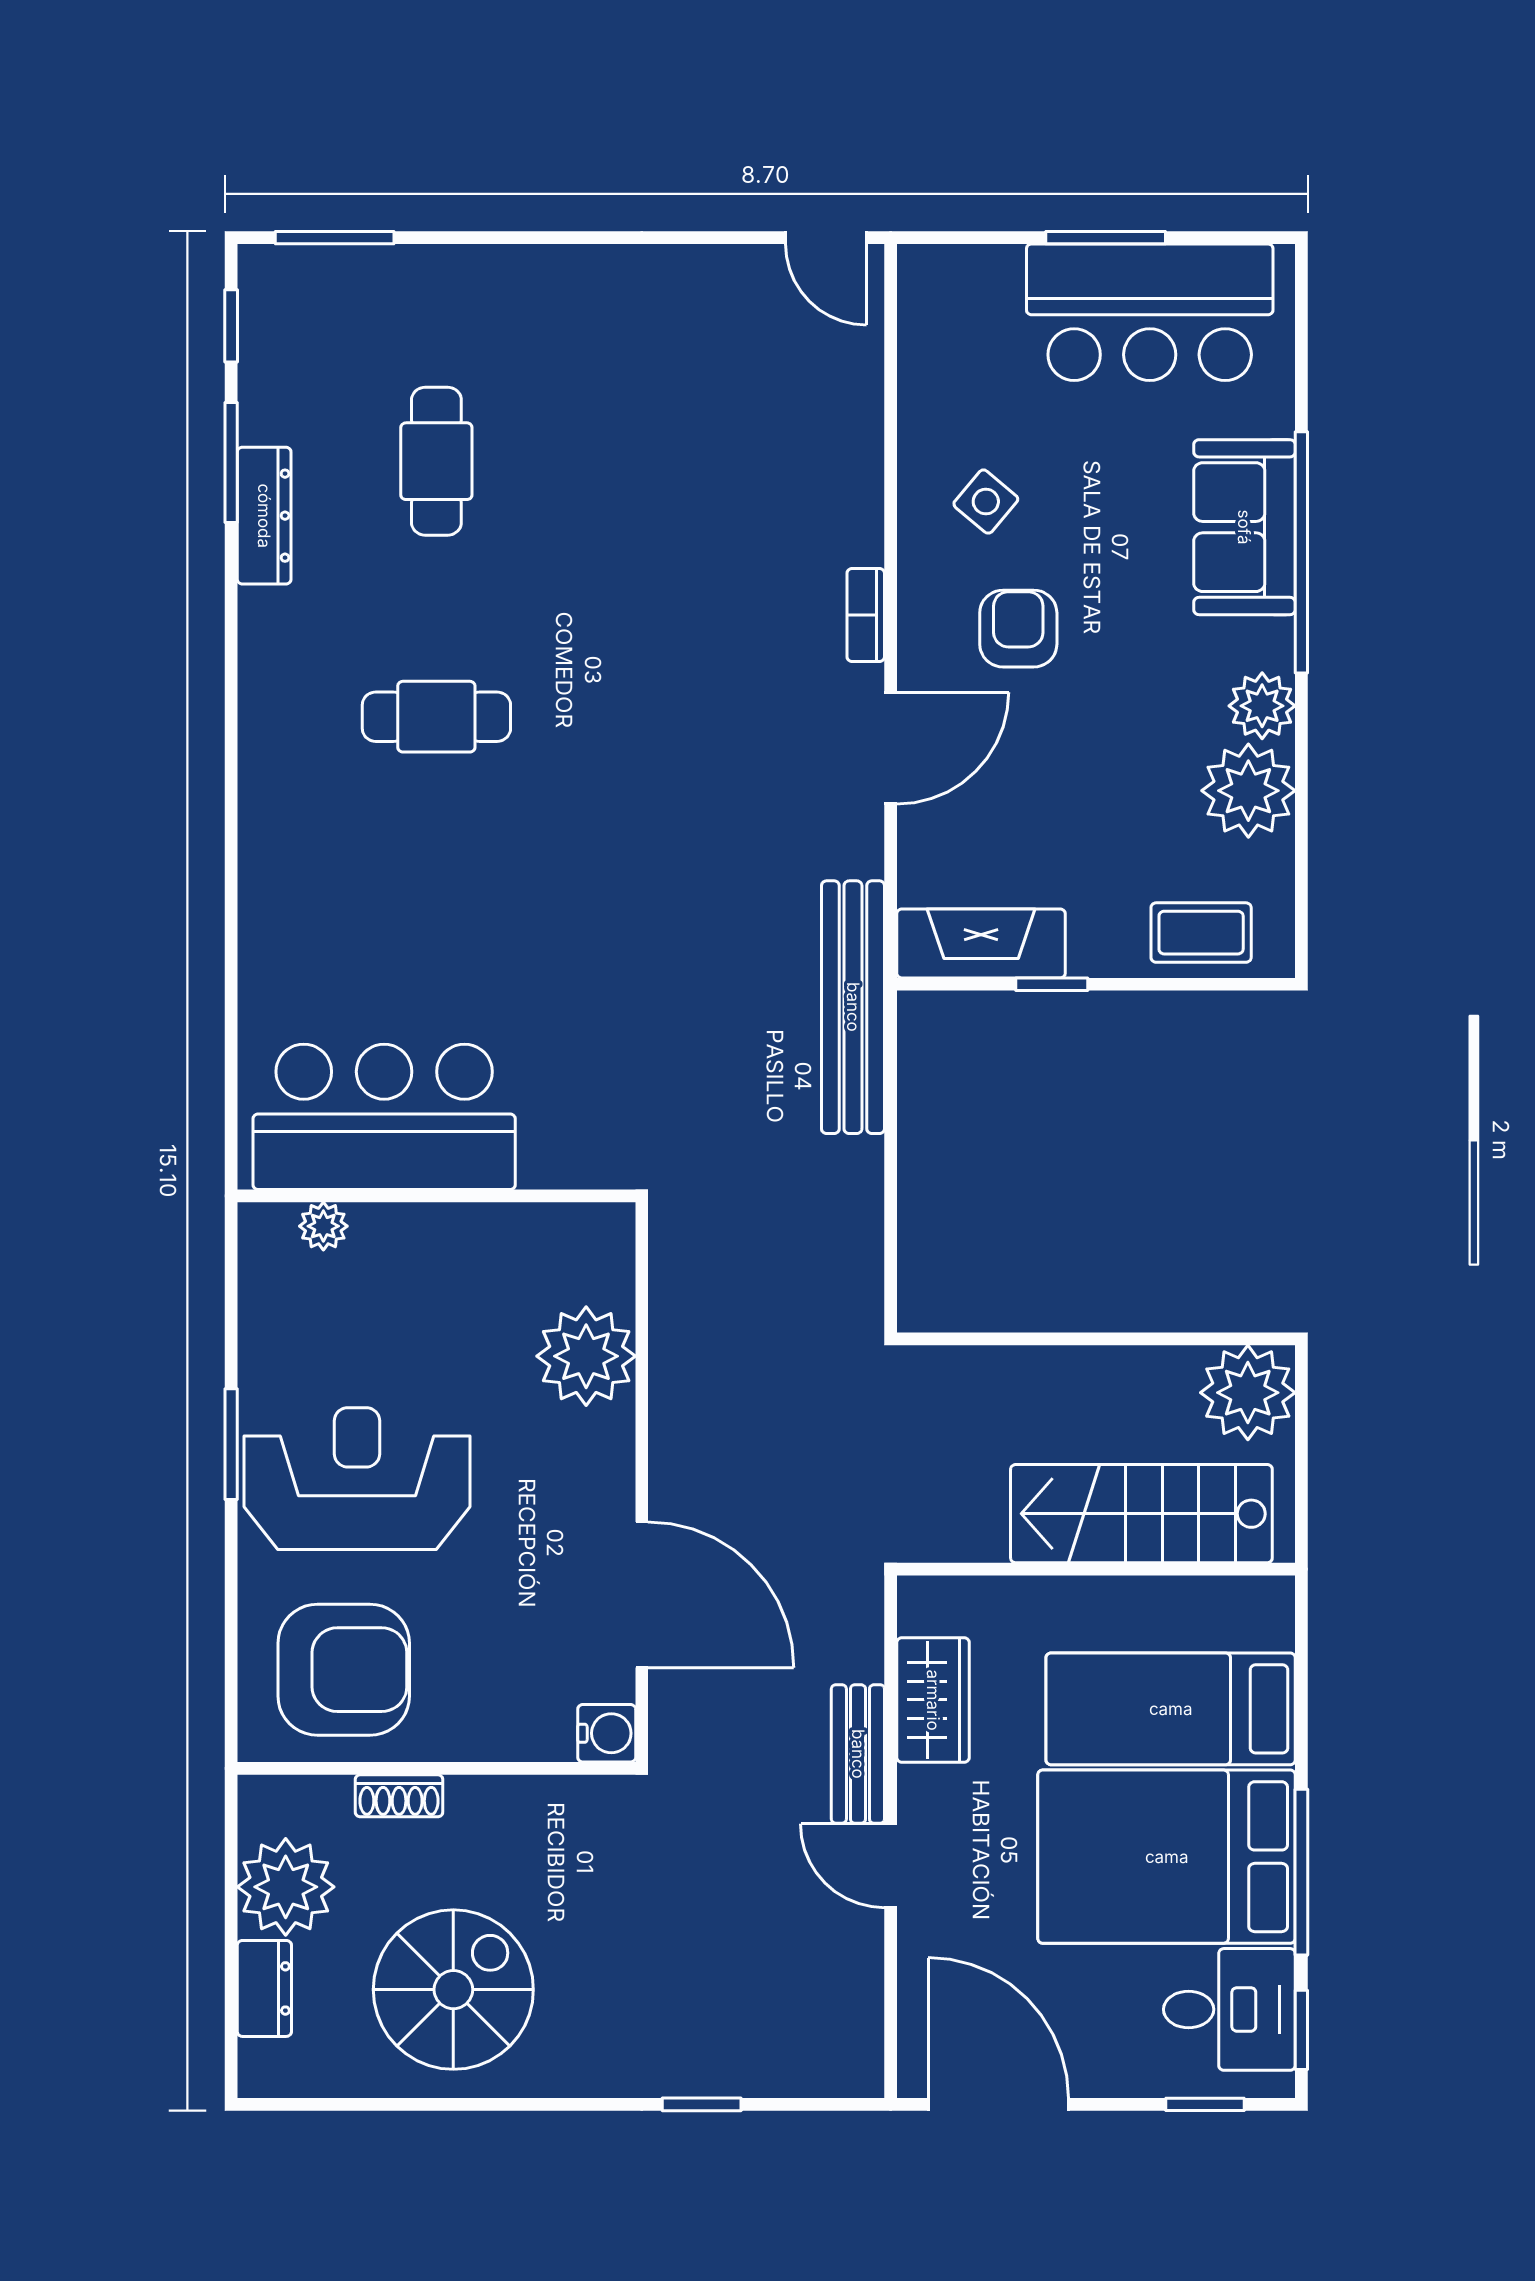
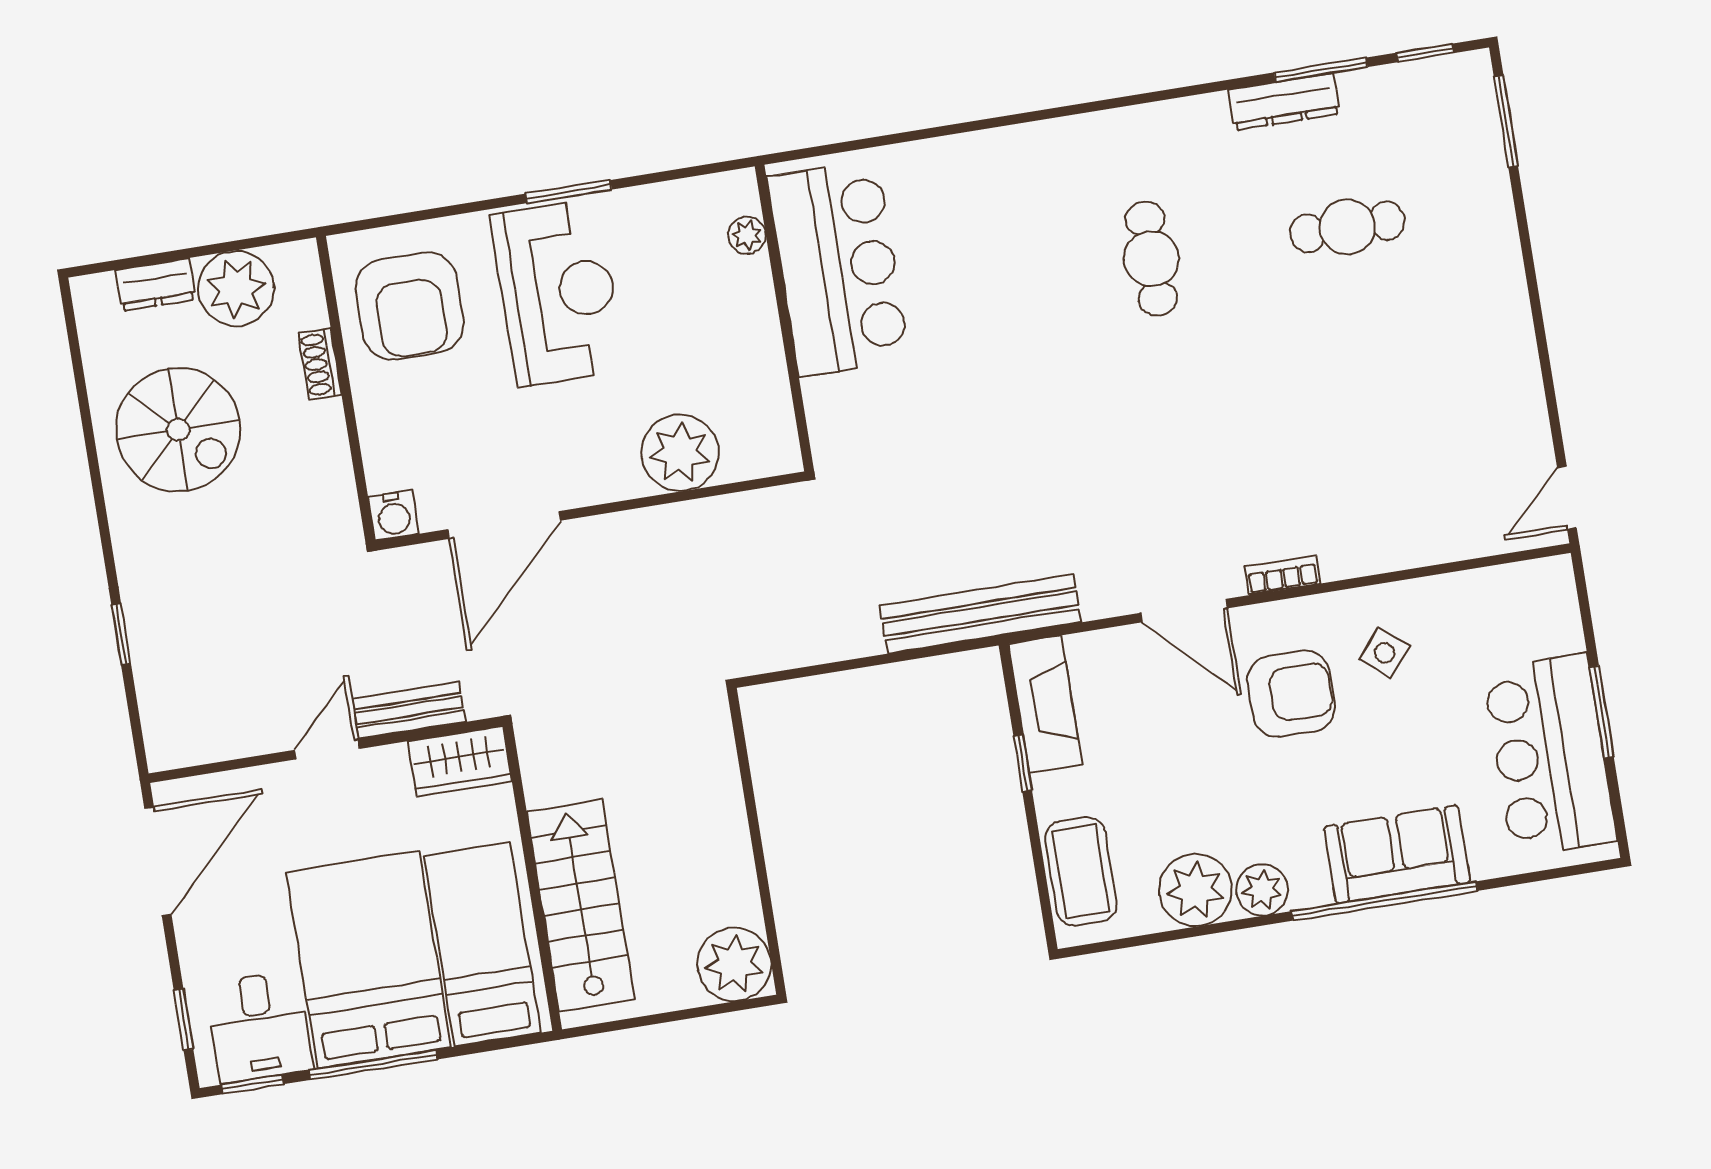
armchair: (1018, 629) -> (1291, 694), width x1.38, depth x1.38
coffee table: (1201, 933) -> (1081, 871), width x1.36, depth x1.30
stairs: (1141, 1514) -> (581, 905), moved
wall: (1096, 1569) -> (532, 878), moved

